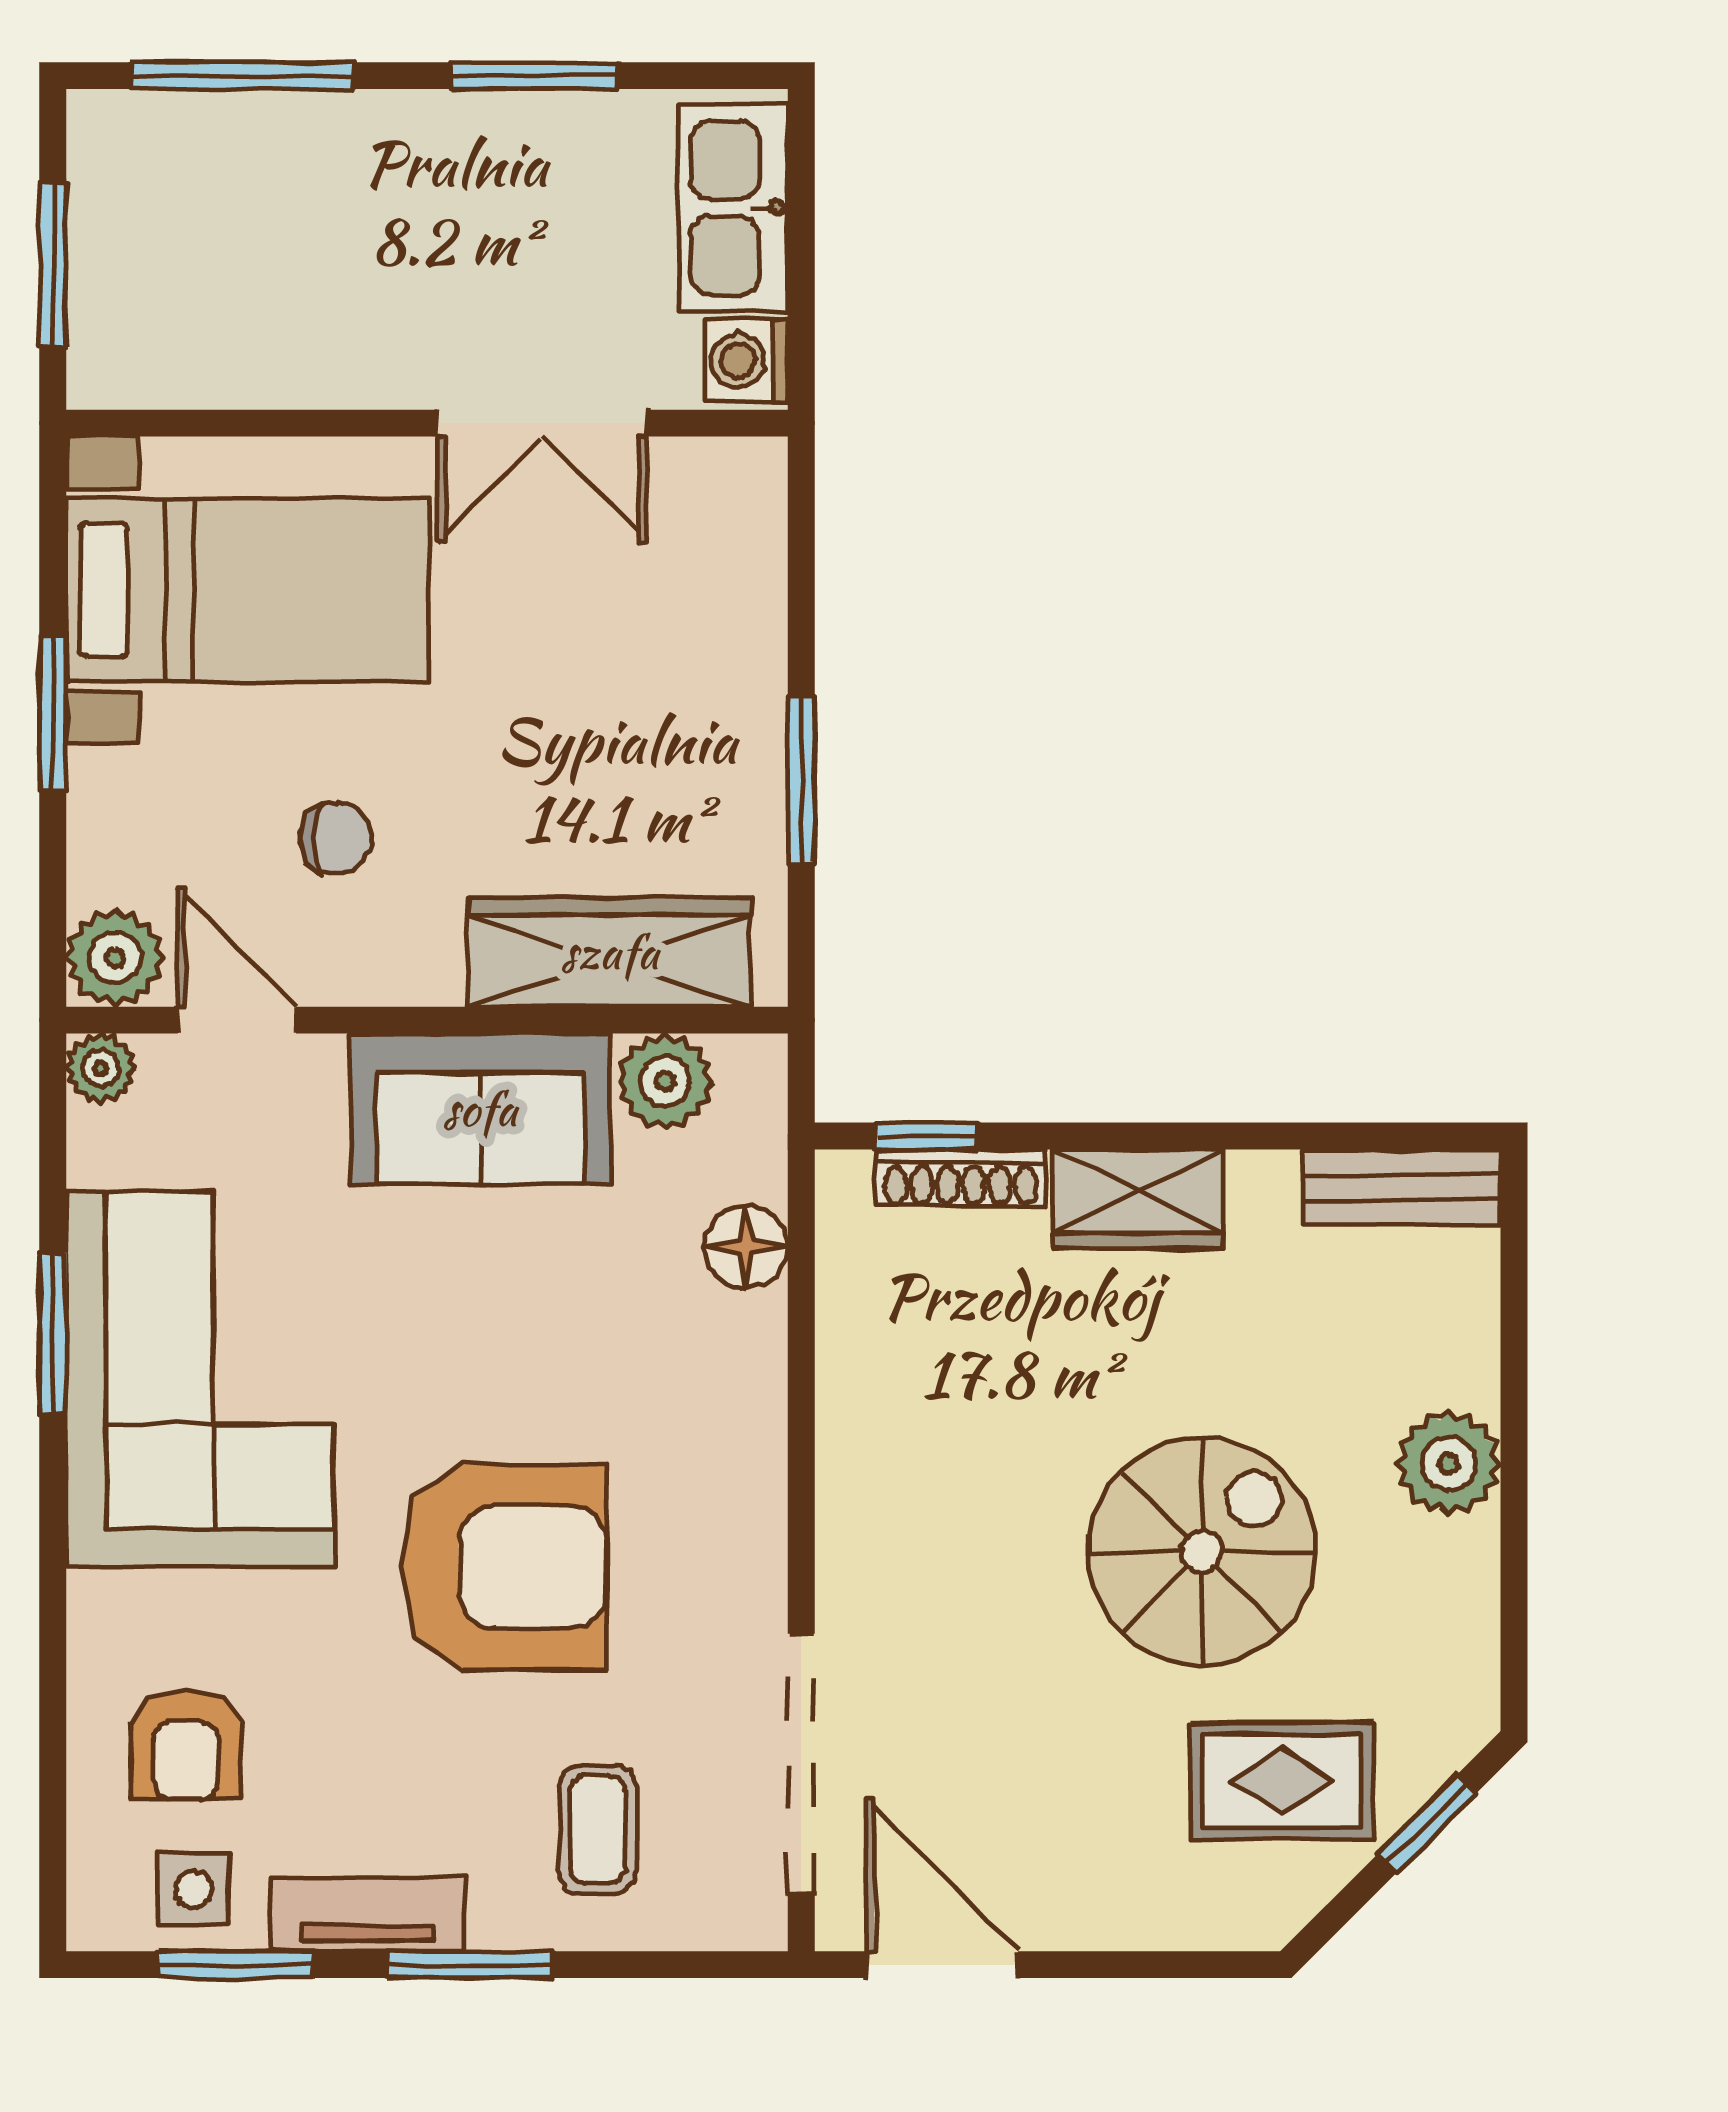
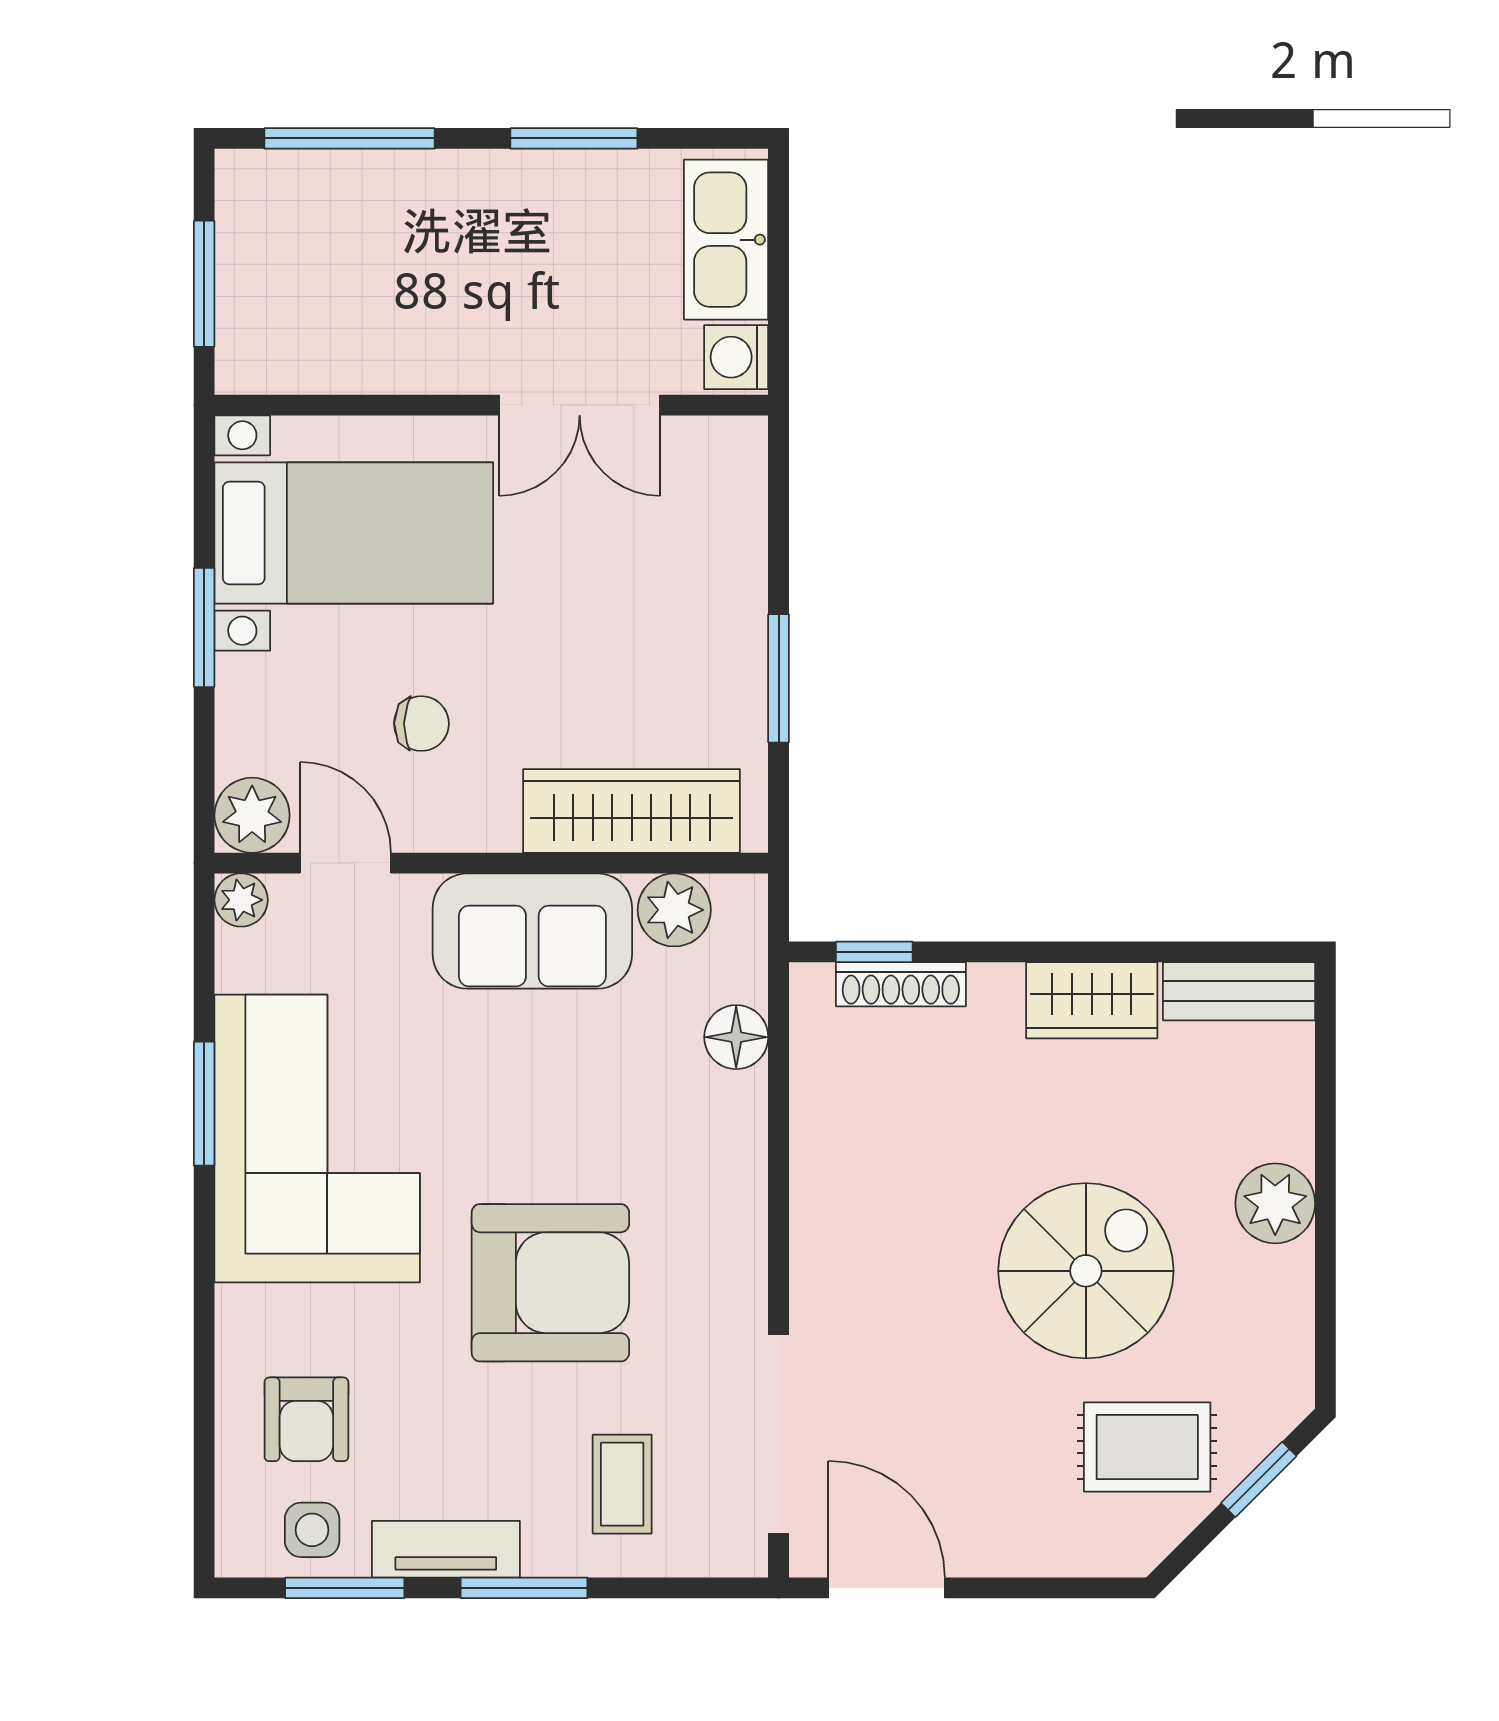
wardrobe: (1138, 1199) -> (1092, 1000), moved

